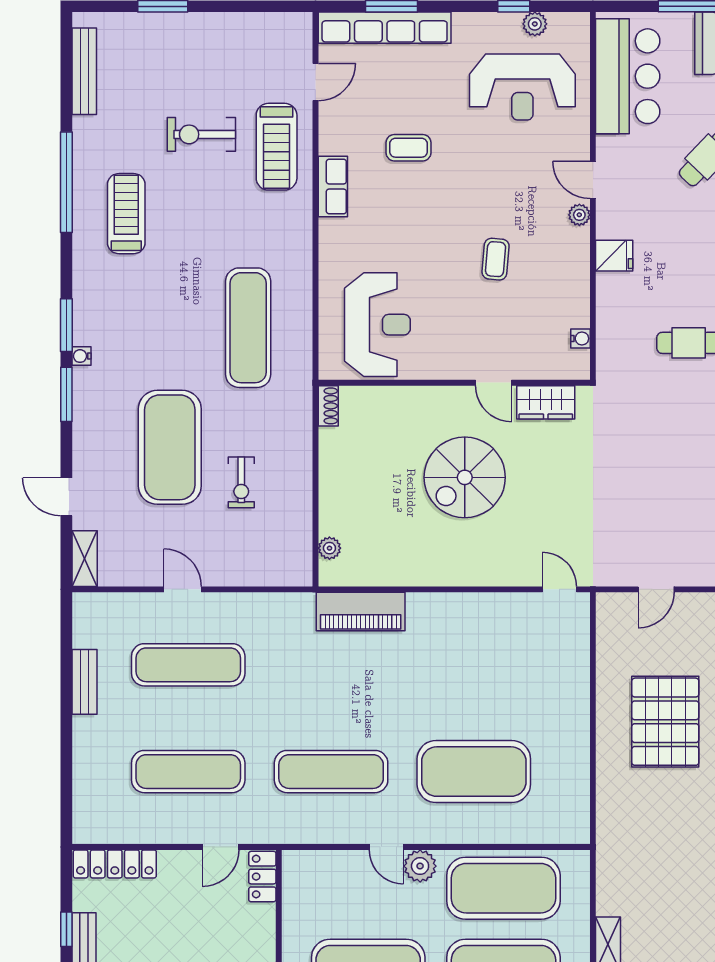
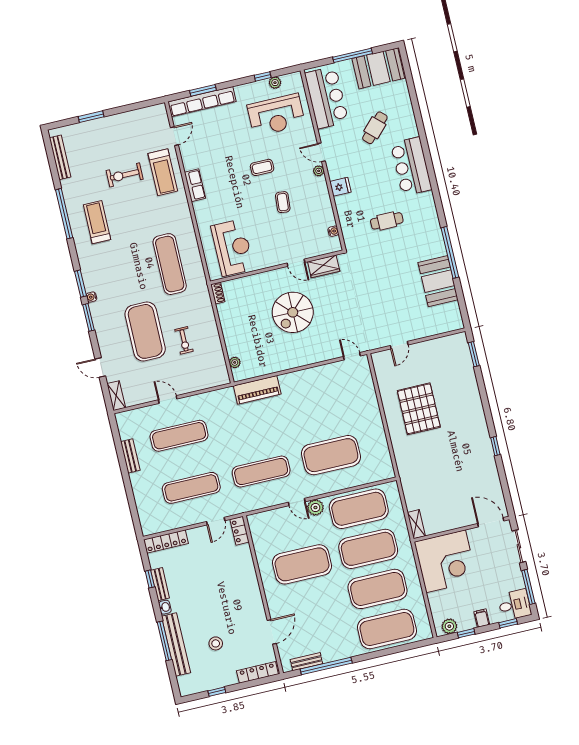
coffee table: (409, 148) -> (262, 167), moved

